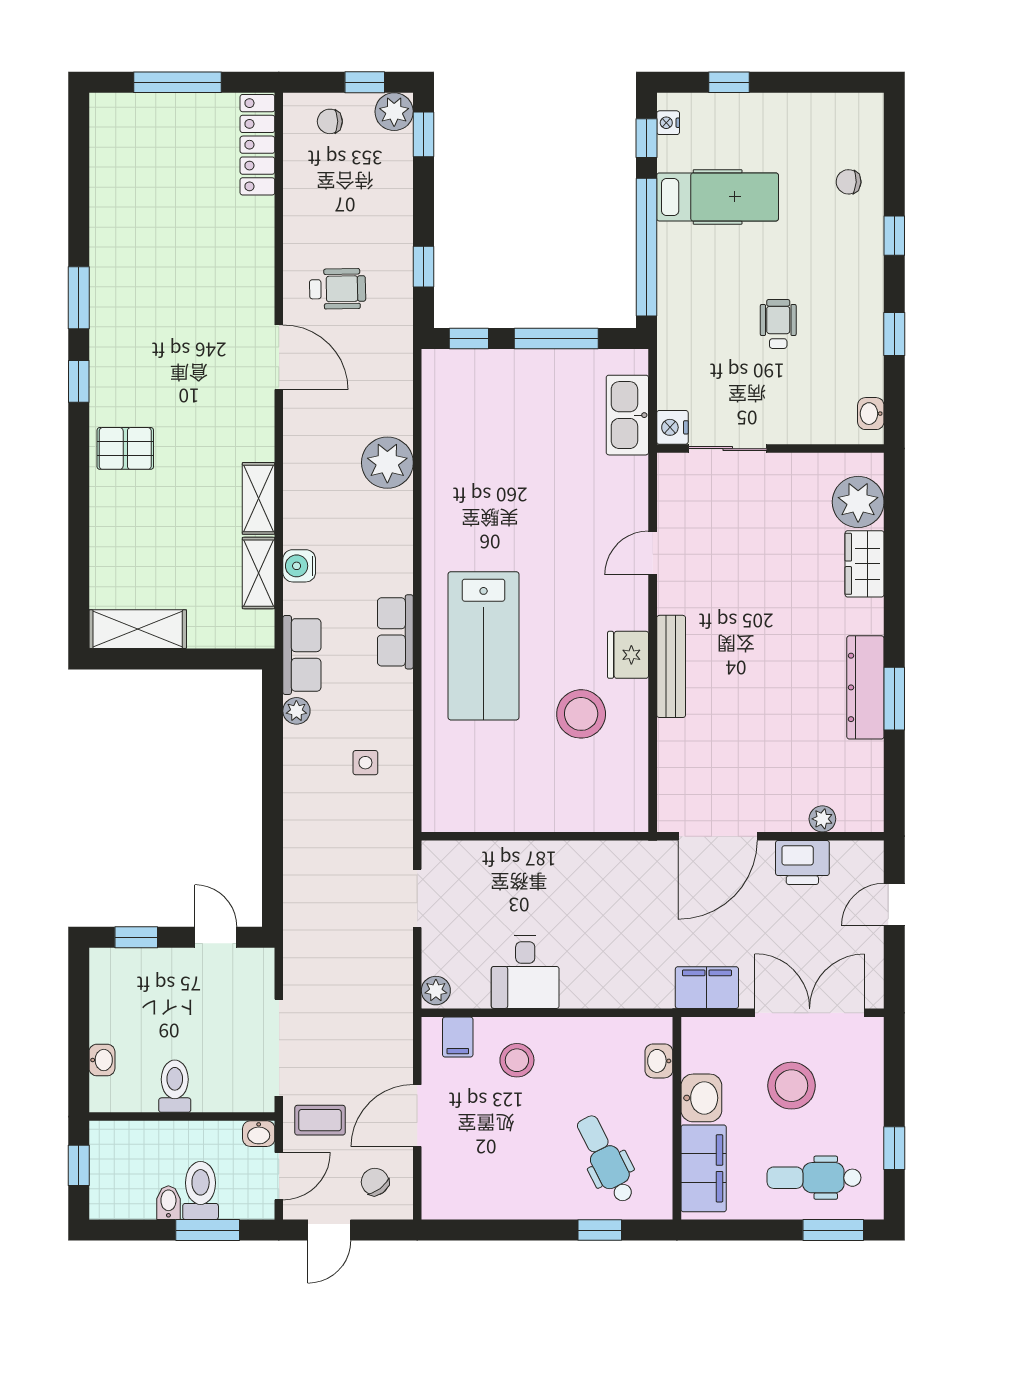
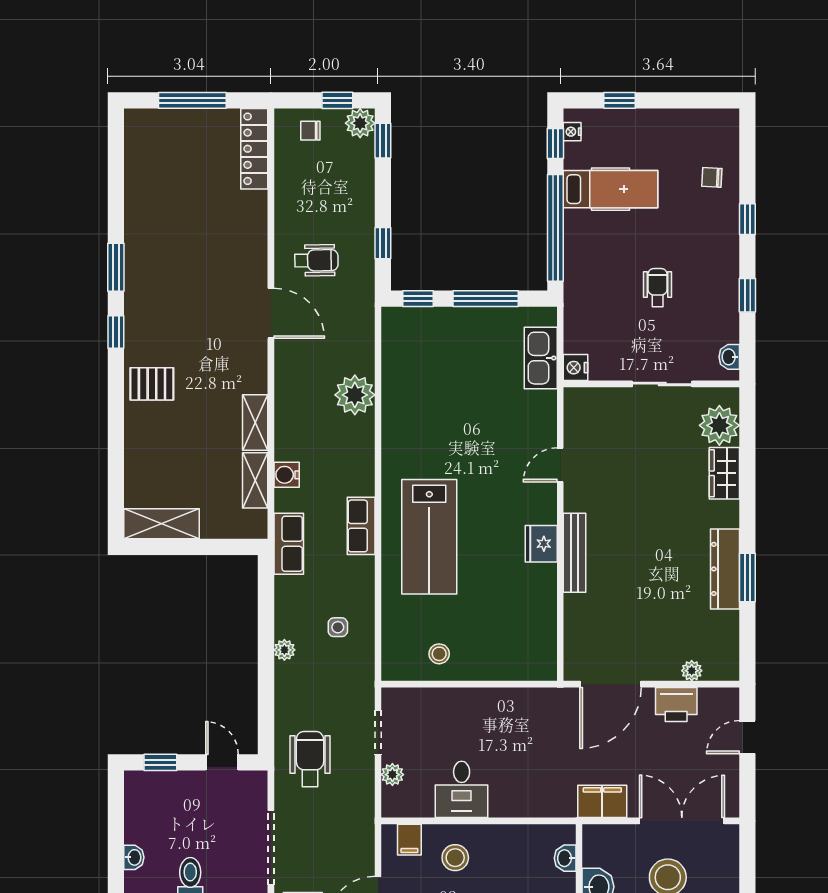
sliding door: (728, 449) -> (662, 384), moved
plant: (296, 711) -> (284, 650), moved
stool: (581, 714) -> (439, 654), moved, width x0.53, depth x0.53
wheelchair: (329, 933) -> (310, 759), added
plant: (436, 991) -> (392, 775), moved

